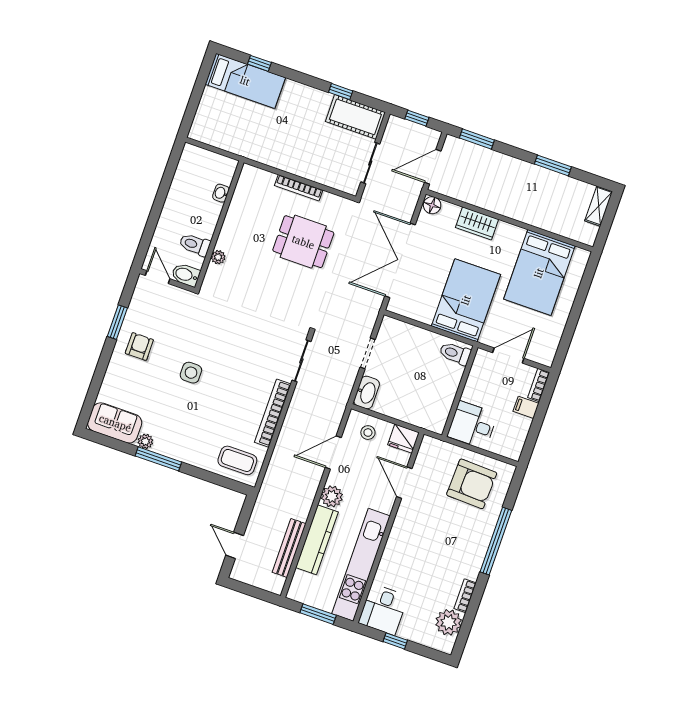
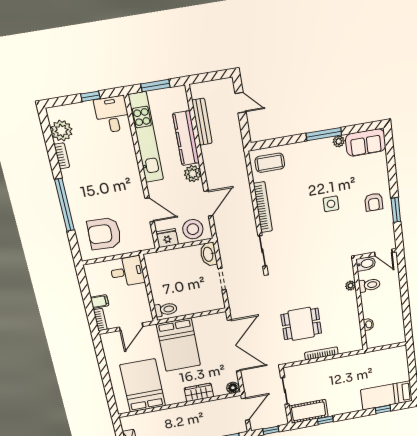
stool: (368, 433) -> (193, 229), width x1.89, depth x1.89

